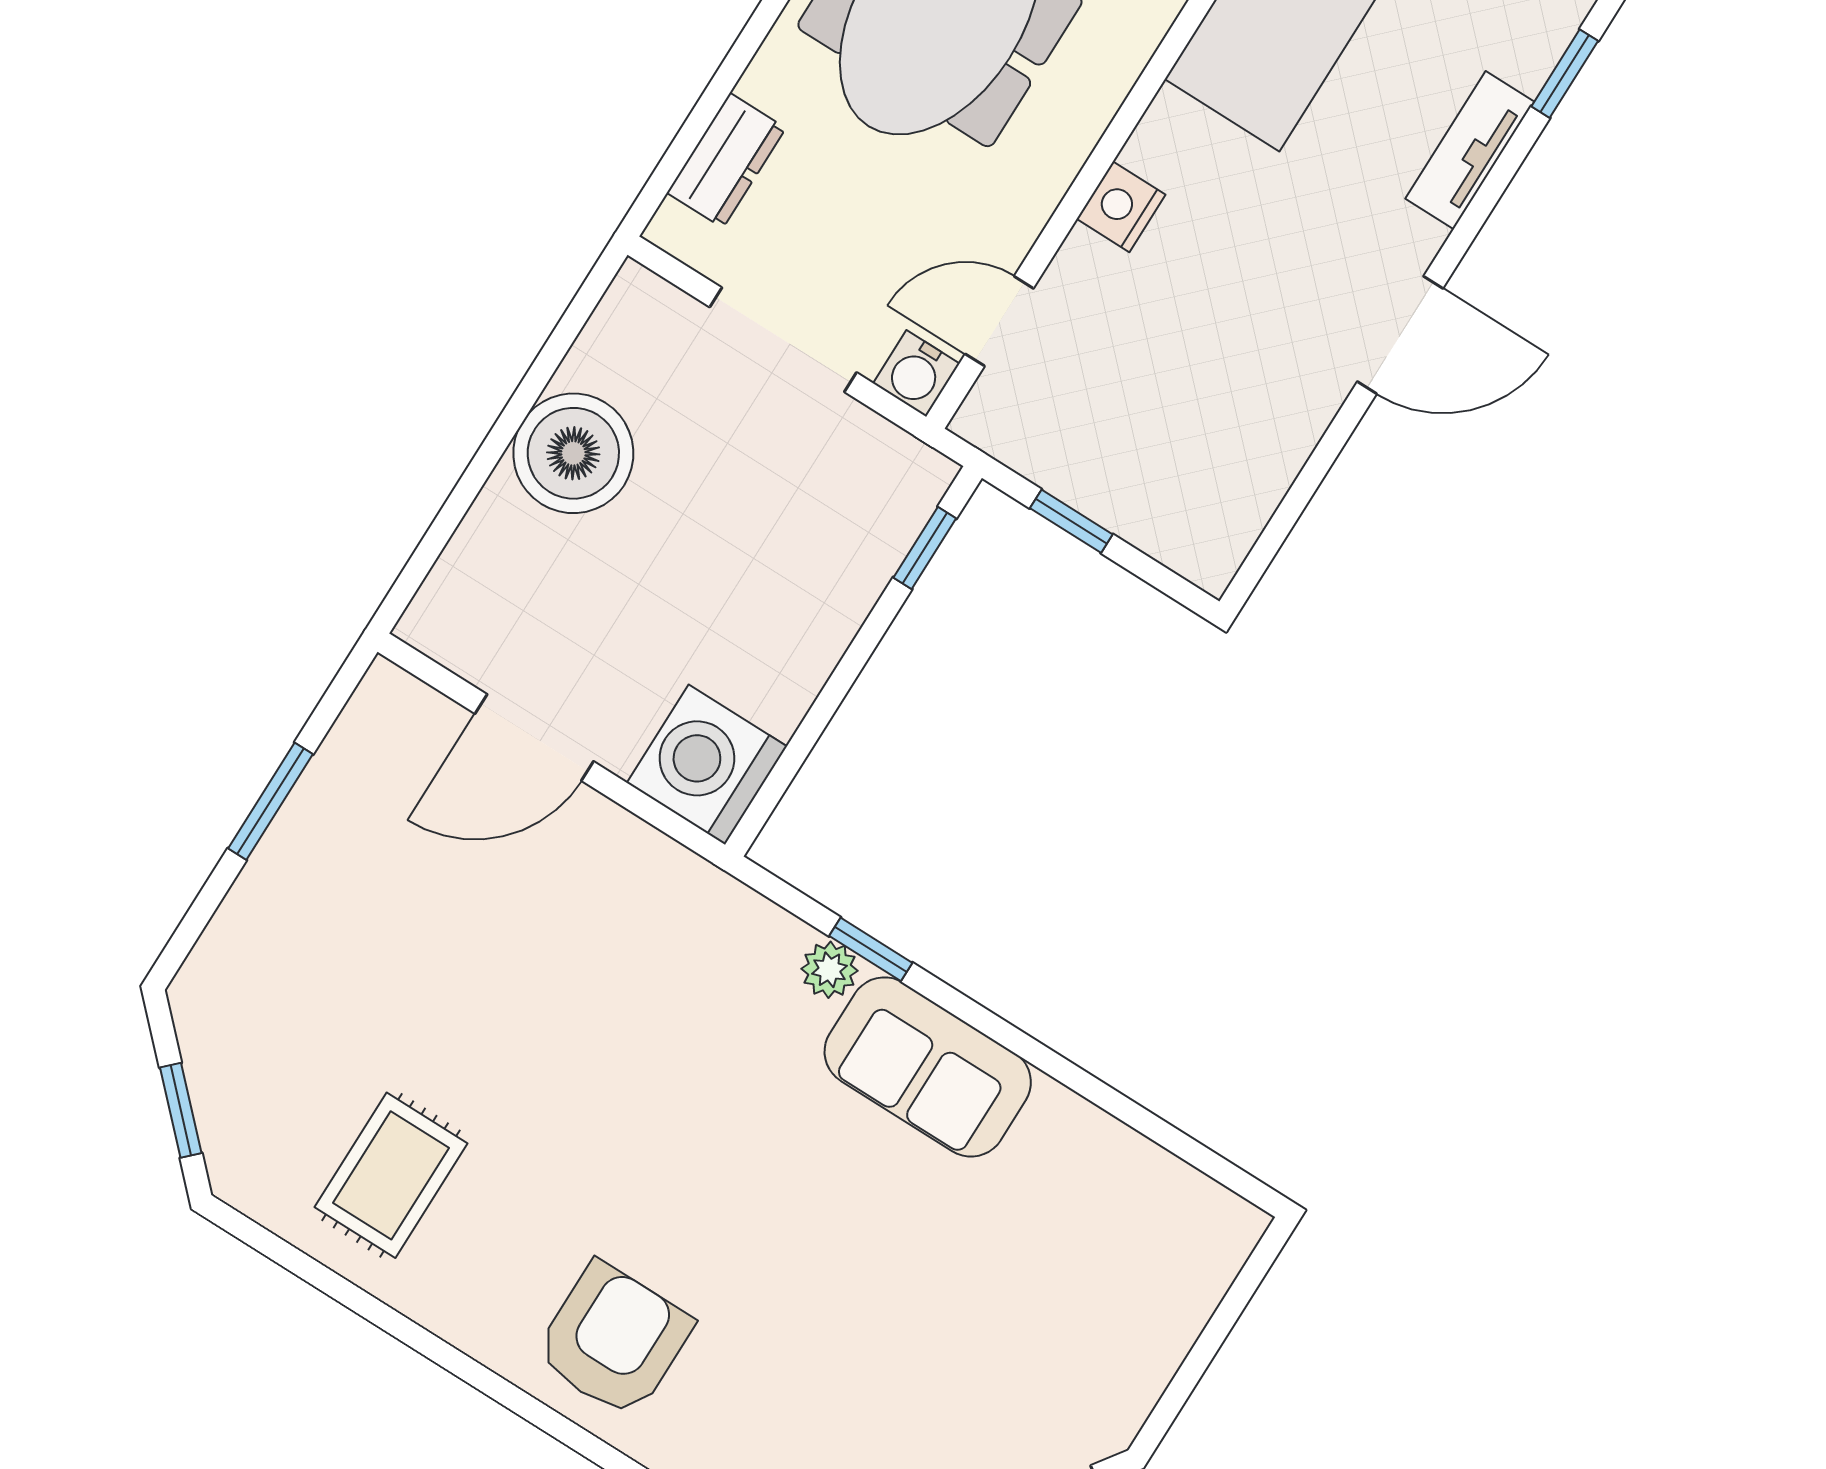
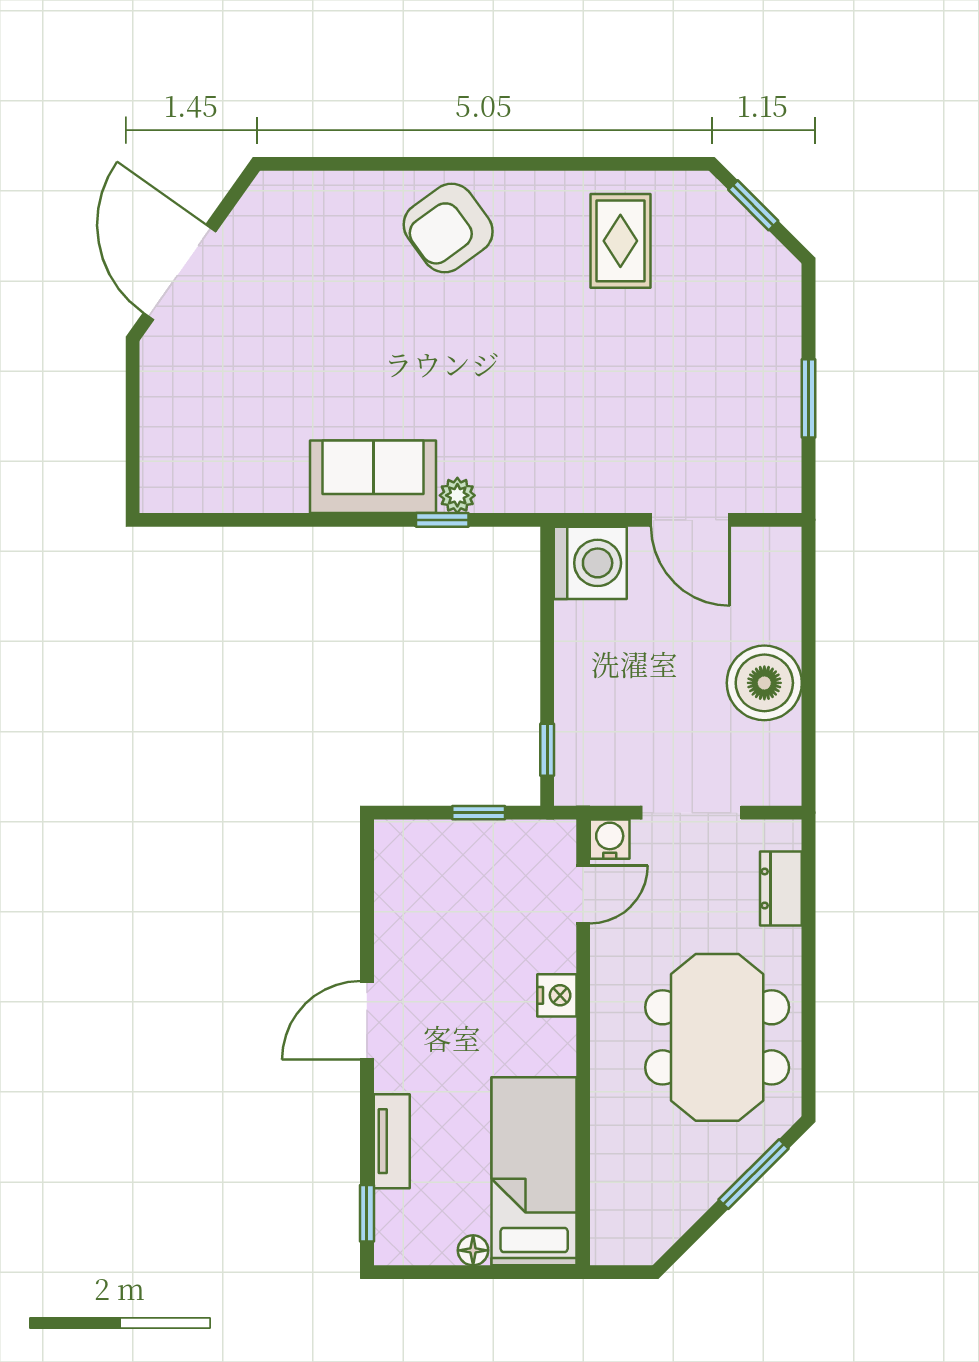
door: (534, 737) -> (690, 520), swing flipped
armchair: (614, 1340) -> (448, 228), turned 54

